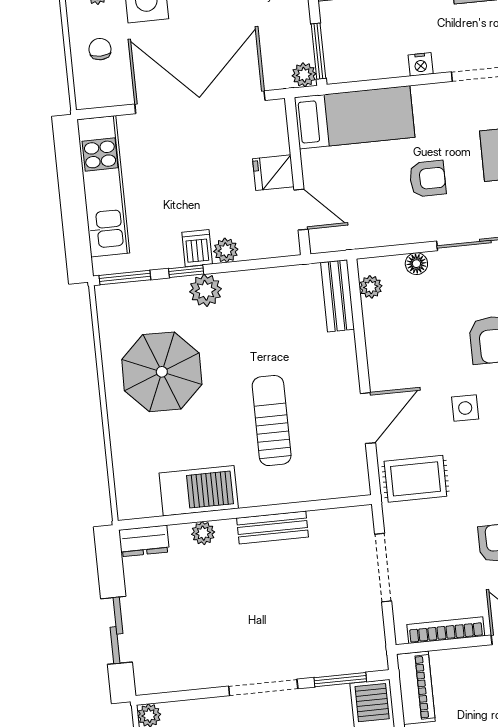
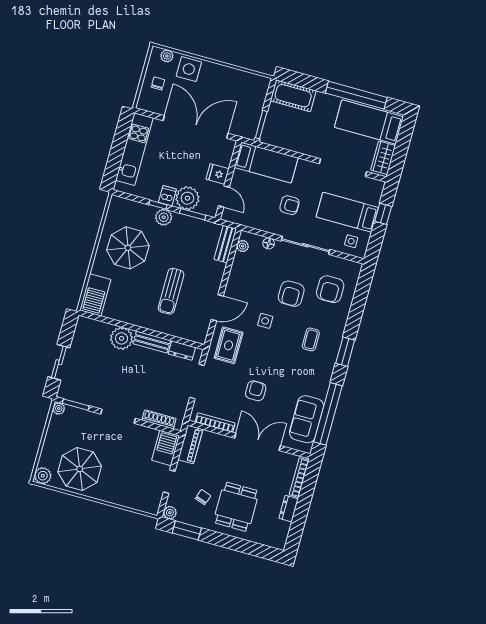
nightstand: (421, 64) -> (307, 150), removed
plant: (304, 75) -> (250, 133), removed
plant: (226, 250) -> (187, 198), width x1.88, depth x1.88
window: (125, 278) -> (193, 214), moved
sun lounger: (272, 421) -> (171, 291), turned 180
rug: (415, 479) -> (229, 345), turned 90
barbecue: (199, 491) -> (95, 295), moved, turned 90
plant: (203, 533) -> (122, 338), width x1.87, depth x1.87
dresser: (144, 541) -> (182, 351), moved
shoe rack: (341, 664) -> (159, 419), added
window: (340, 680) -> (76, 405), moved

